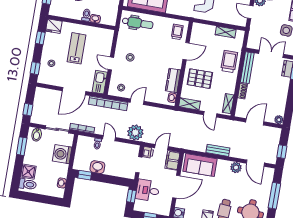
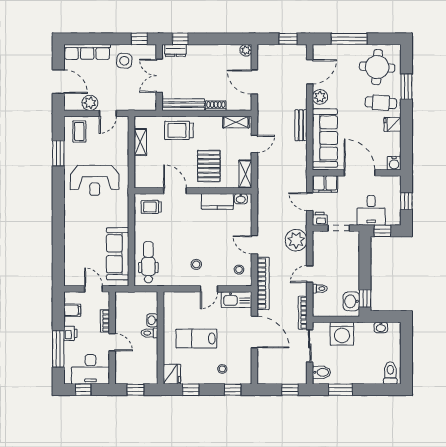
sofa: (200, 165) -> (325, 138), width x1.36
washbasin: (97, 167) -> (351, 301), moved
shower: (28, 172) -> (373, 375), removed

